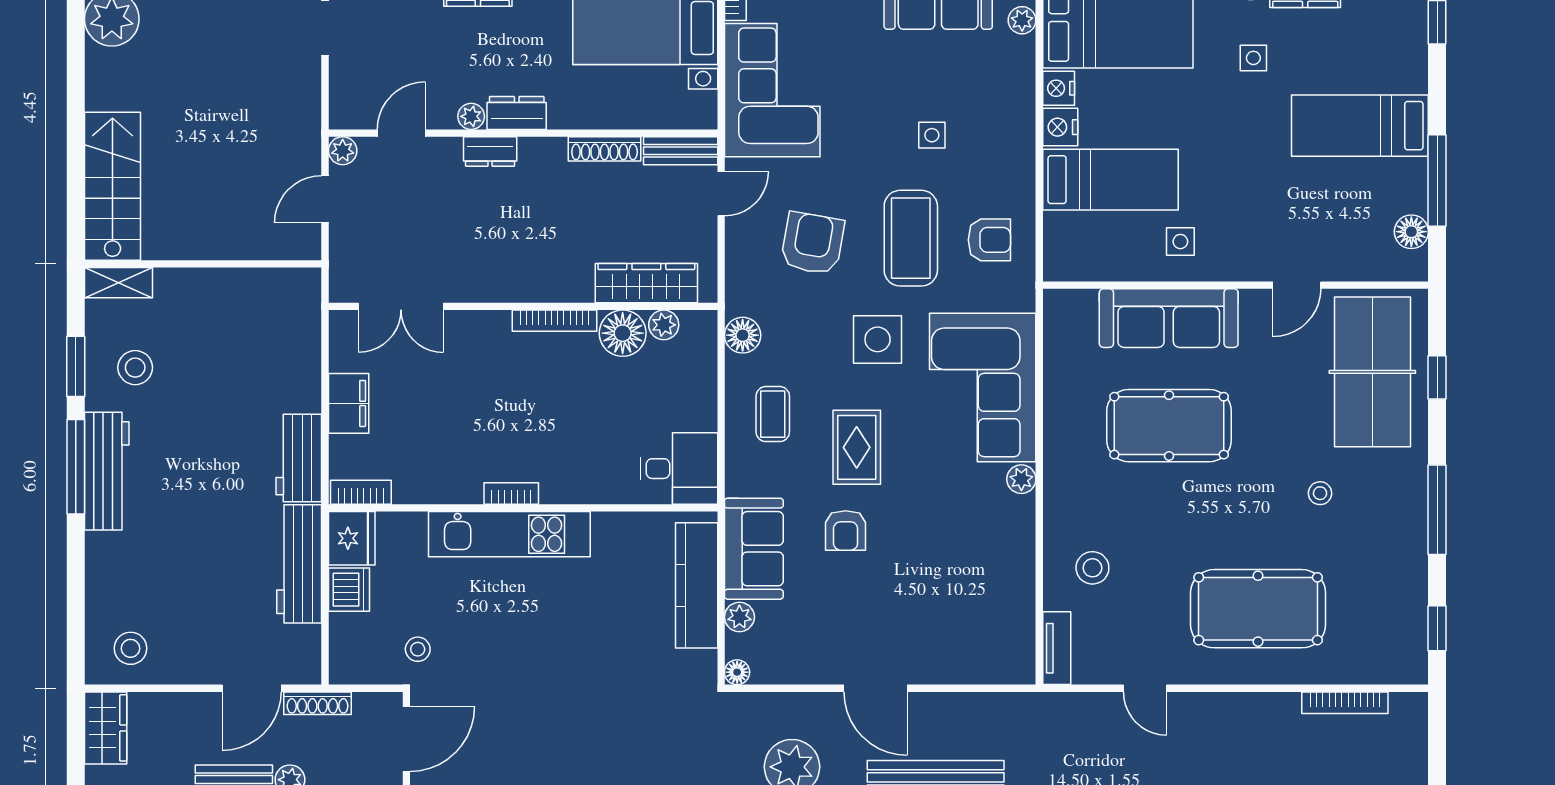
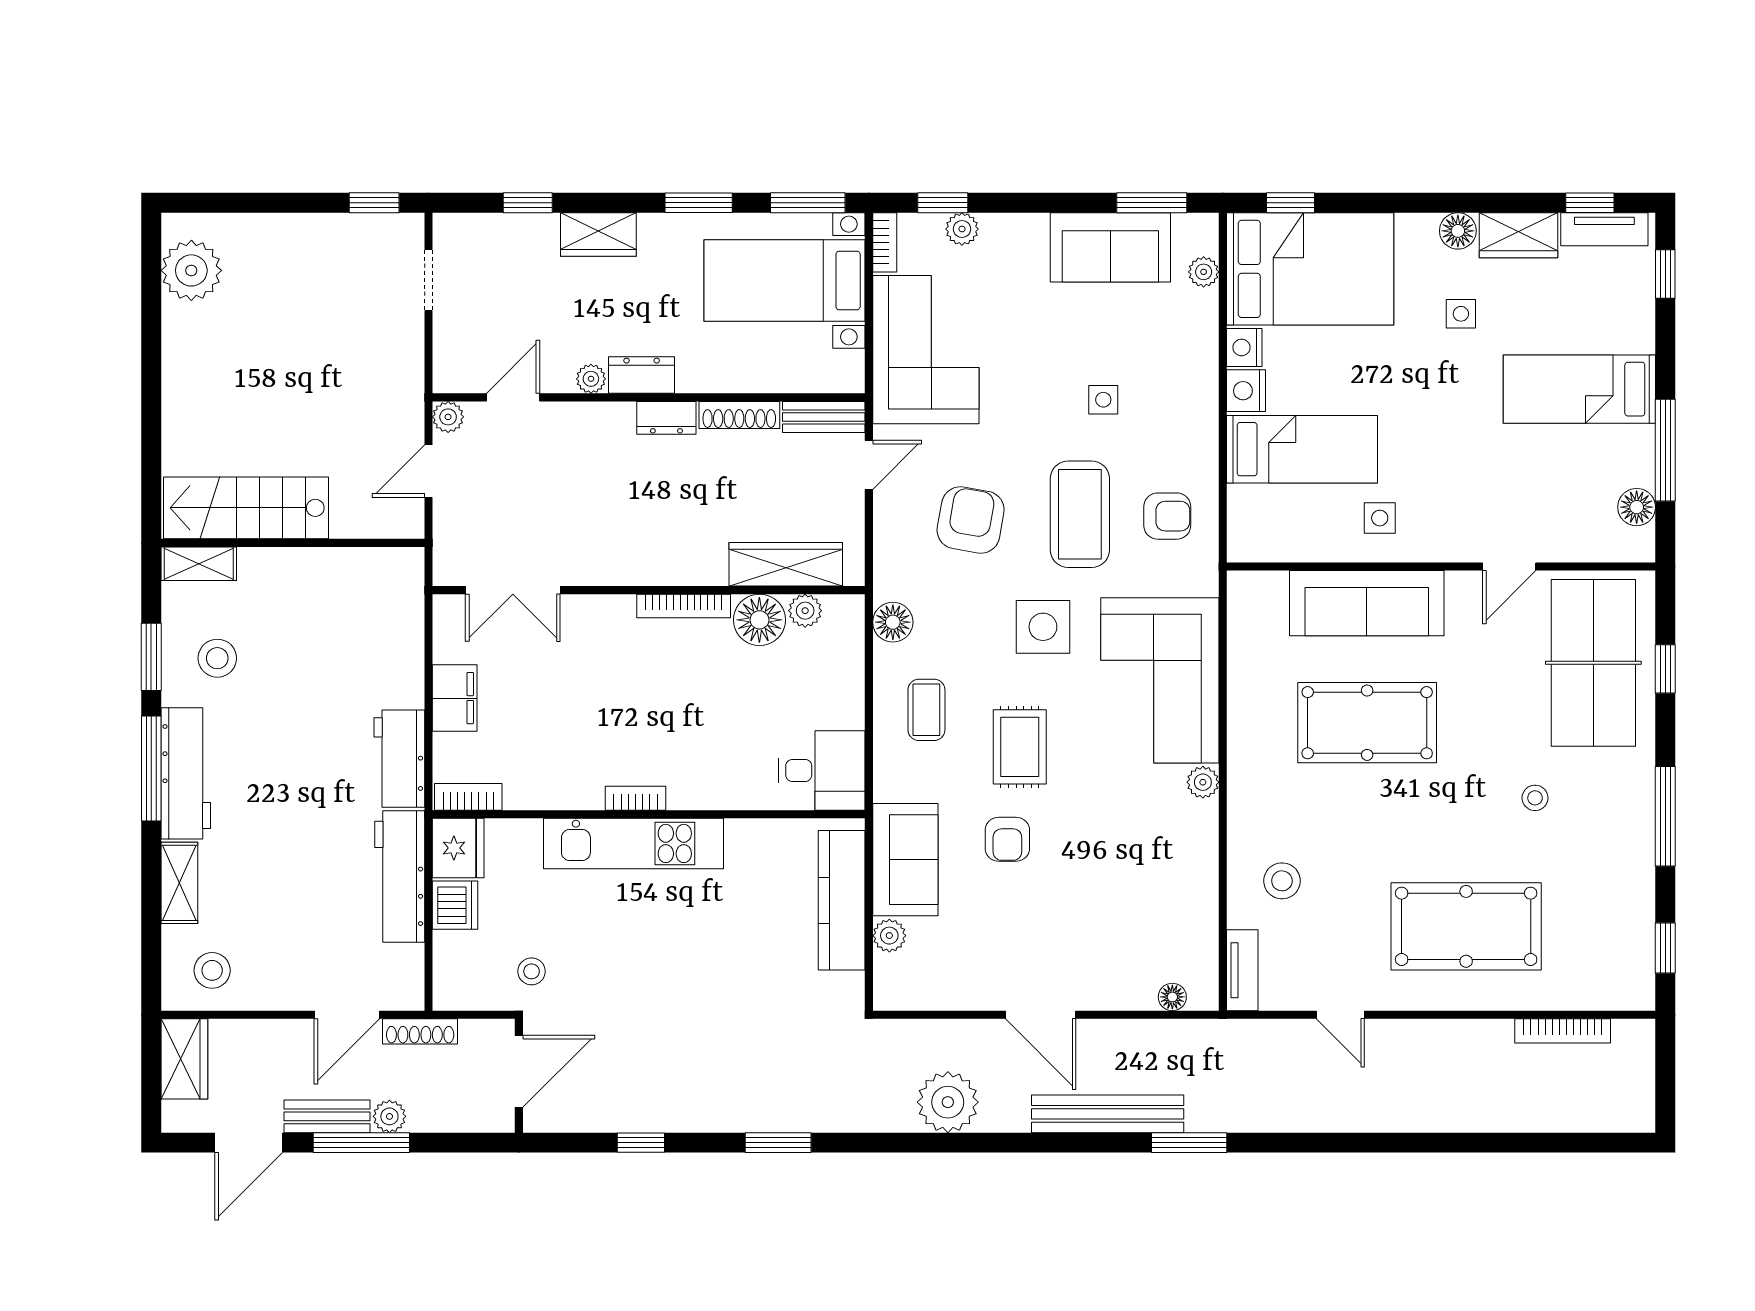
dresser: (490, 152) -> (666, 418), moved
stairs: (113, 186) -> (246, 508), moved, turned -90
shelving: (101, 570) -> (179, 883), added
floor lamp: (737, 672) -> (1172, 997), moved

